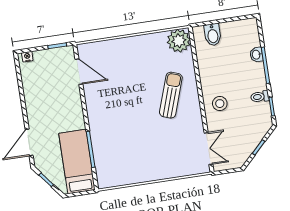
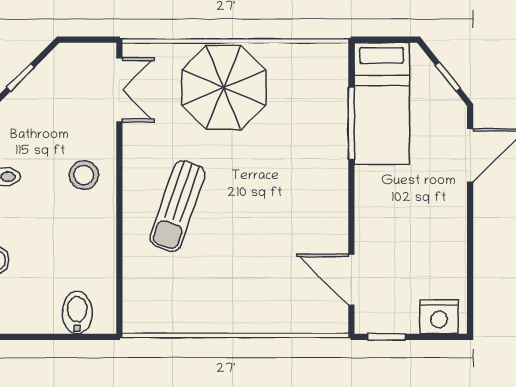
plant: (179, 41) -> (146, 311), removed
nightstand: (27, 57) -> (439, 317), width x1.89, depth x1.79
double door: (208, 149) -> (119, 90), swing flipped
parasol: (157, 158) -> (224, 88), added

